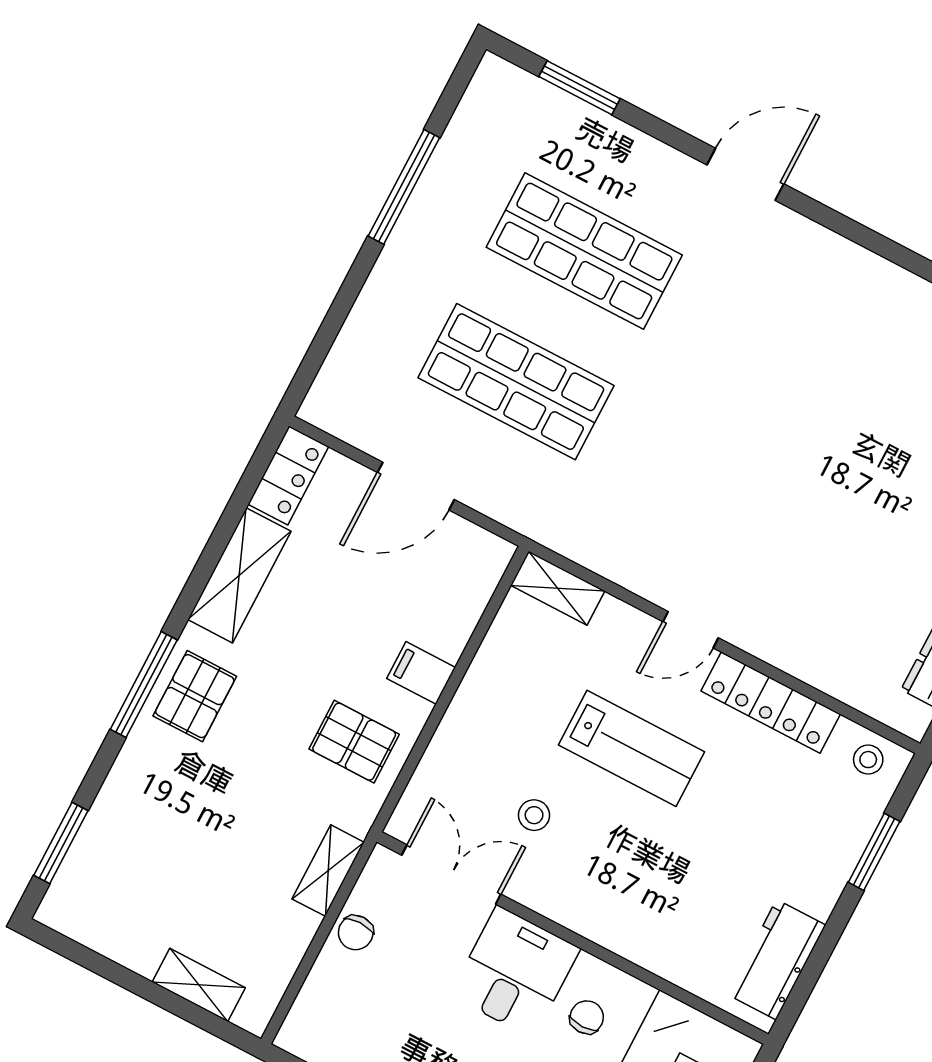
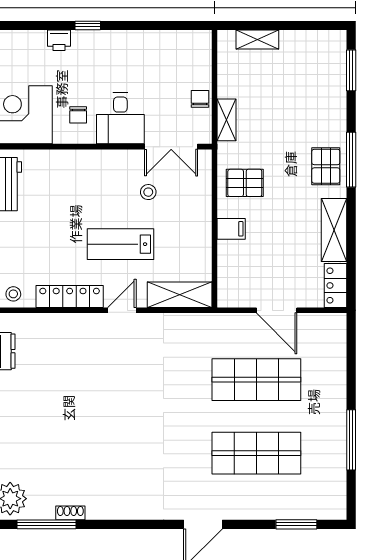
door: (416, 486) -> (277, 310), swing flipped
shelving: (558, 588) -> (180, 295), width x1.50, depth x1.33

